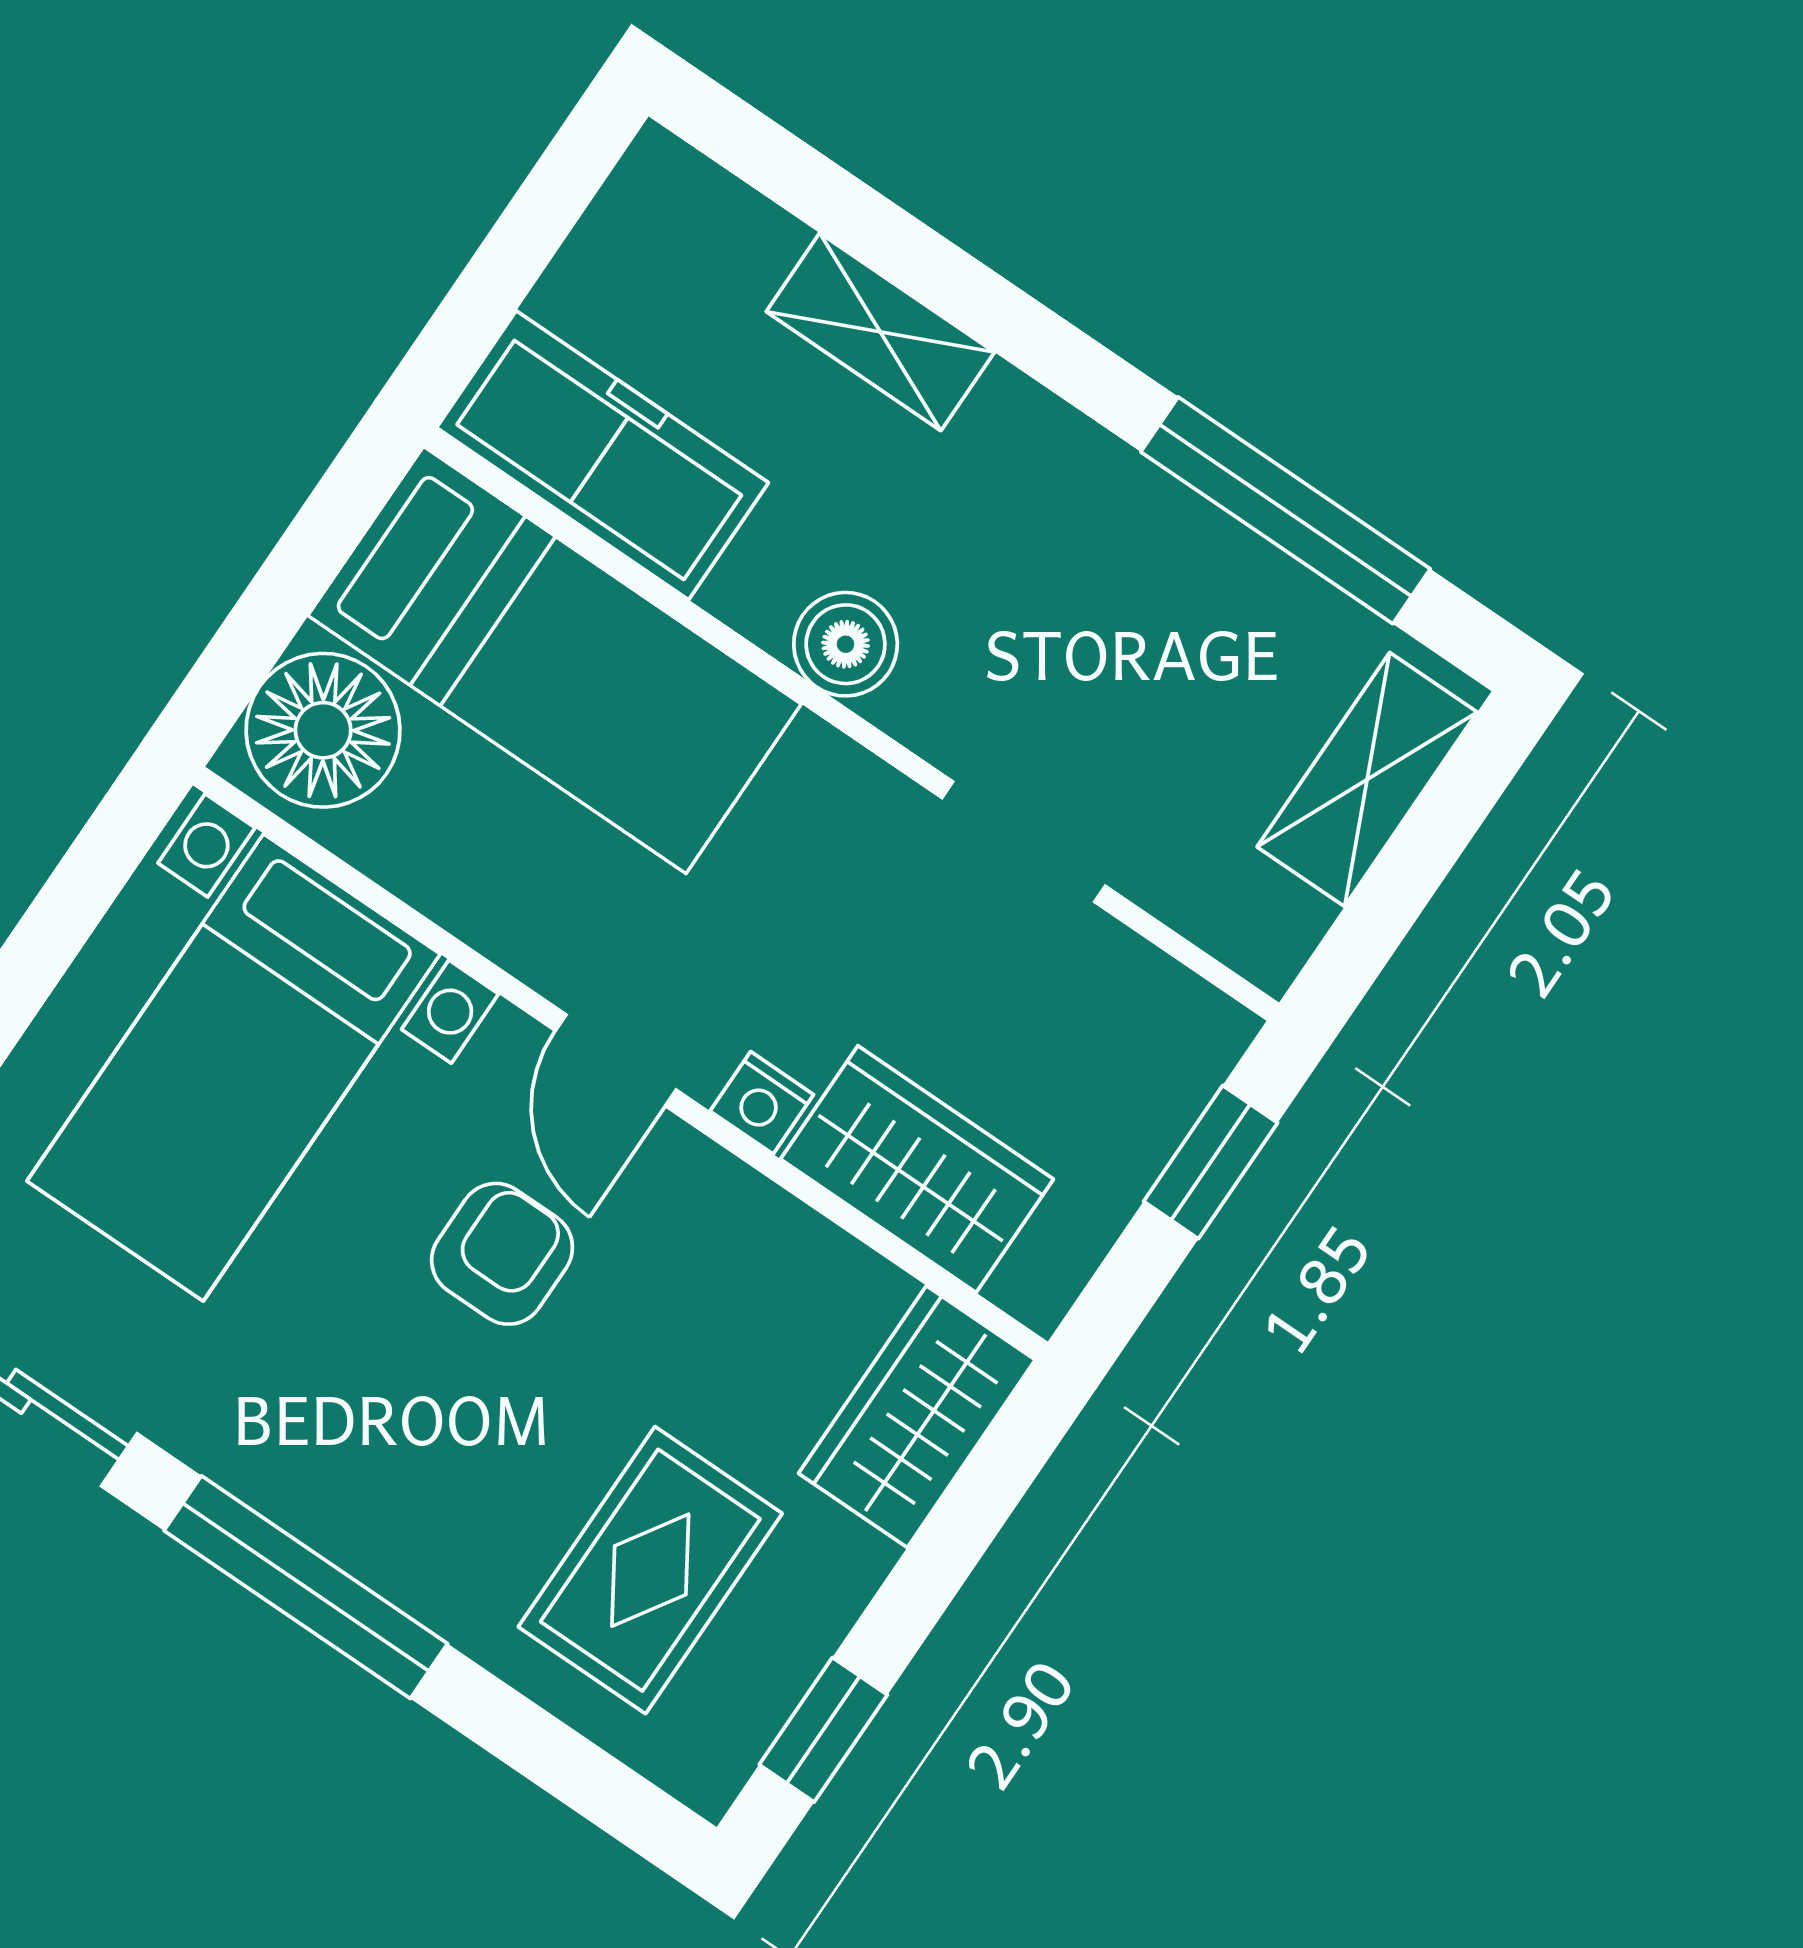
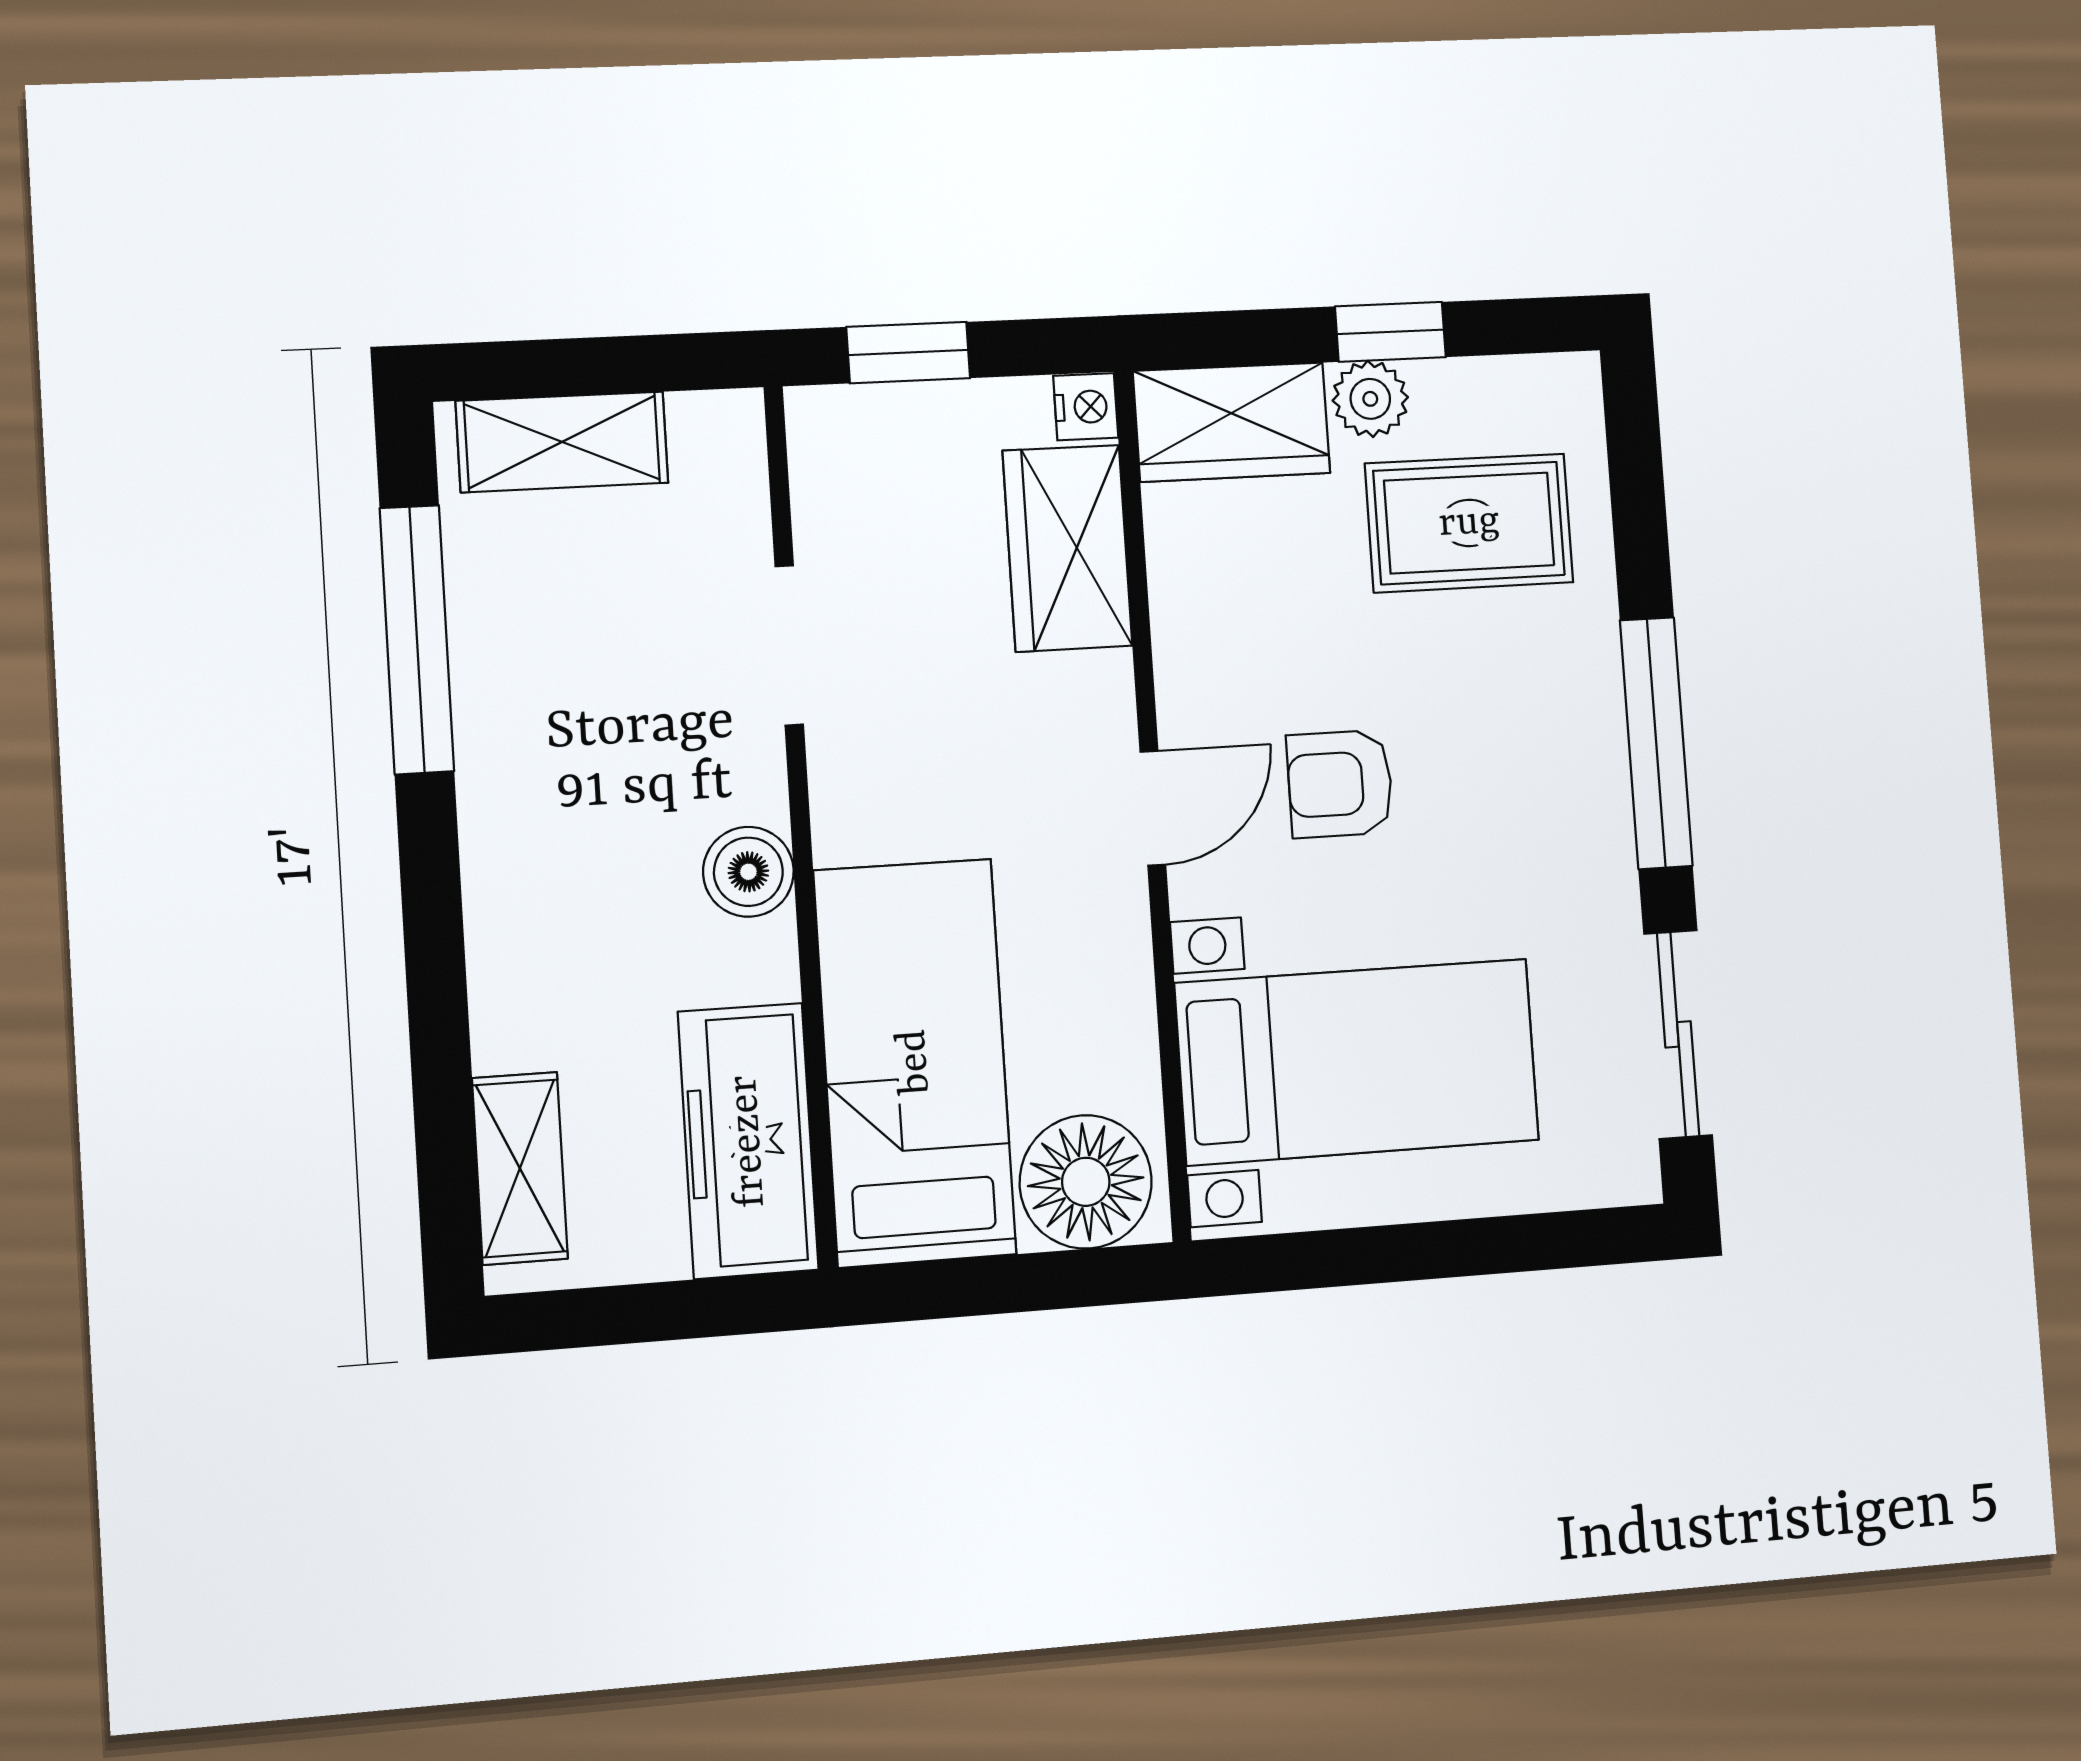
shelving: (880, 332) -> (520, 1168), moved
nightstand: (762, 1103) -> (1086, 407), moved
plant: (839, 1567) -> (1370, 399), added
window: (823, 1730) -> (1390, 332), moved

